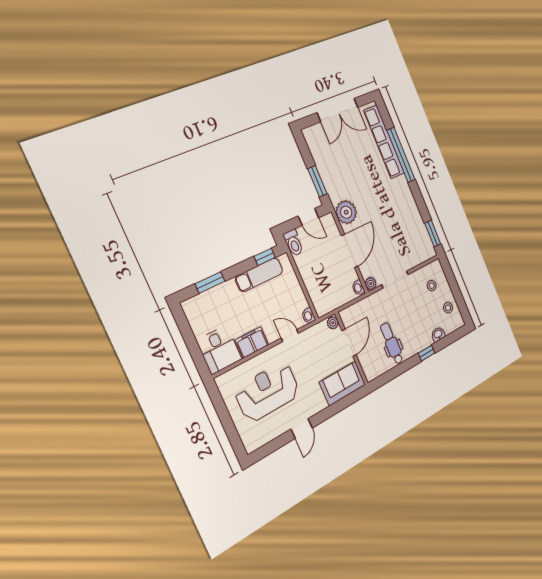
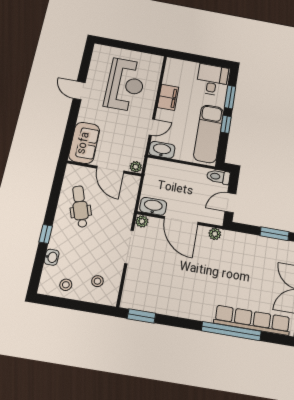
window: (317, 181) -> (274, 234), moved
plant: (346, 212) -> (215, 234), width x0.53, depth x0.53
window: (265, 257) -> (226, 124), moved
exam couch: (259, 275) -> (209, 134), width x1.36, depth x1.45
washbasin: (358, 288) -> (153, 206), width x1.91, depth x1.45
washbasin: (308, 316) -> (162, 150), width x1.91, depth x1.45
dental chair: (392, 343) -> (80, 206), turned -109
desk: (219, 350) -> (212, 80), moved, turned 90

